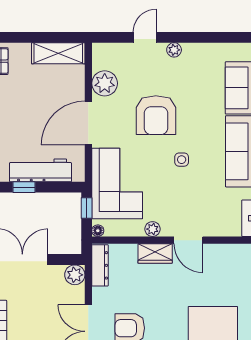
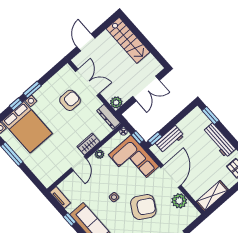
armchair: (156, 115) -> (143, 207), turned 120
workbench: (40, 170) -> (170, 139), width x0.73
window: (24, 187) -> (155, 139), moved
door: (188, 240) -> (79, 164), swing flipped

